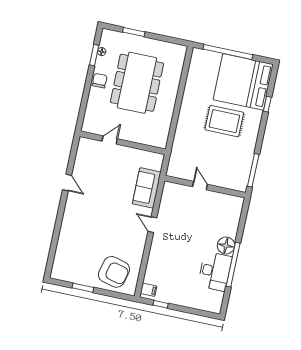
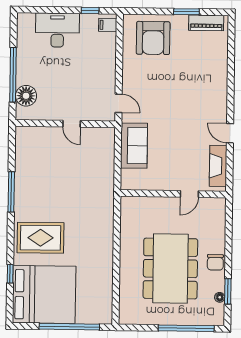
window: (134, 32) -> (186, 328), width x2.11
rug: (224, 121) -> (41, 238), moved
fireplace: (82, 158) -> (218, 166), added
door: (200, 186) -> (72, 124), moved
wall: (205, 187) -> (65, 124), moved
desk: (215, 271) -> (57, 30), moved, turned 90
armchair: (114, 272) -> (153, 38), turned -104
piano: (69, 276) -> (206, 23), added

